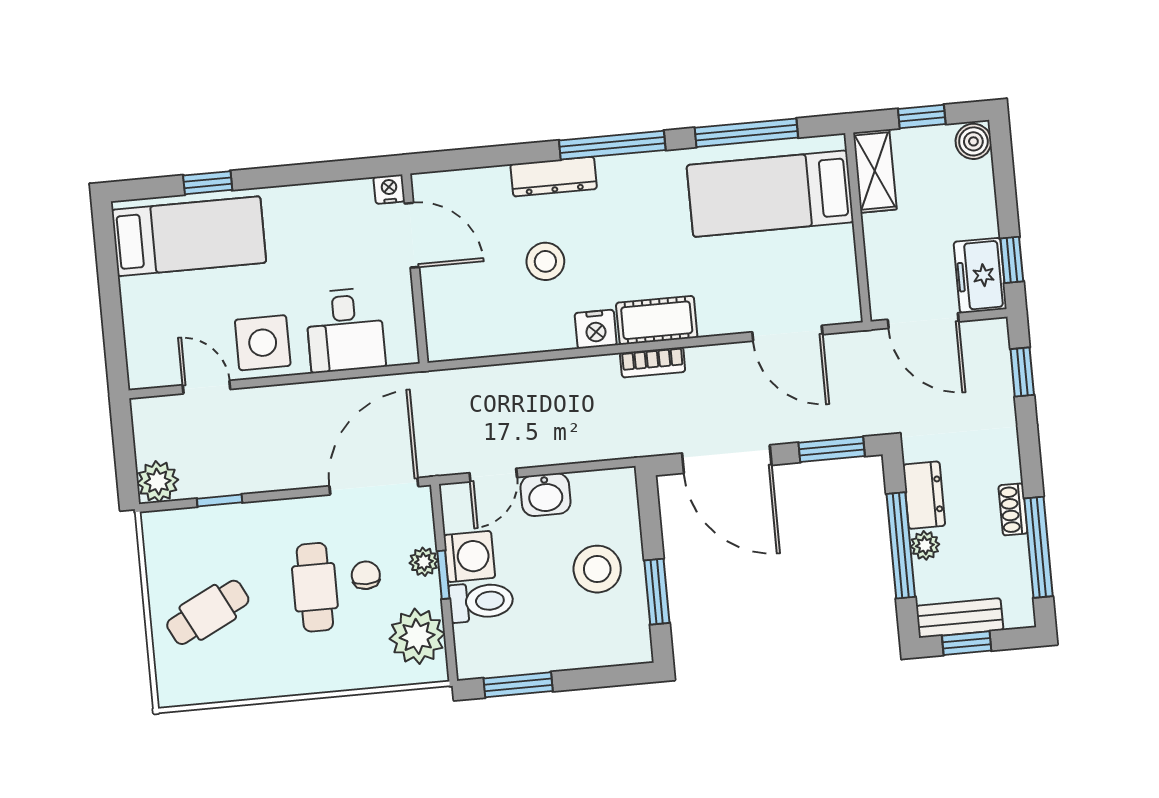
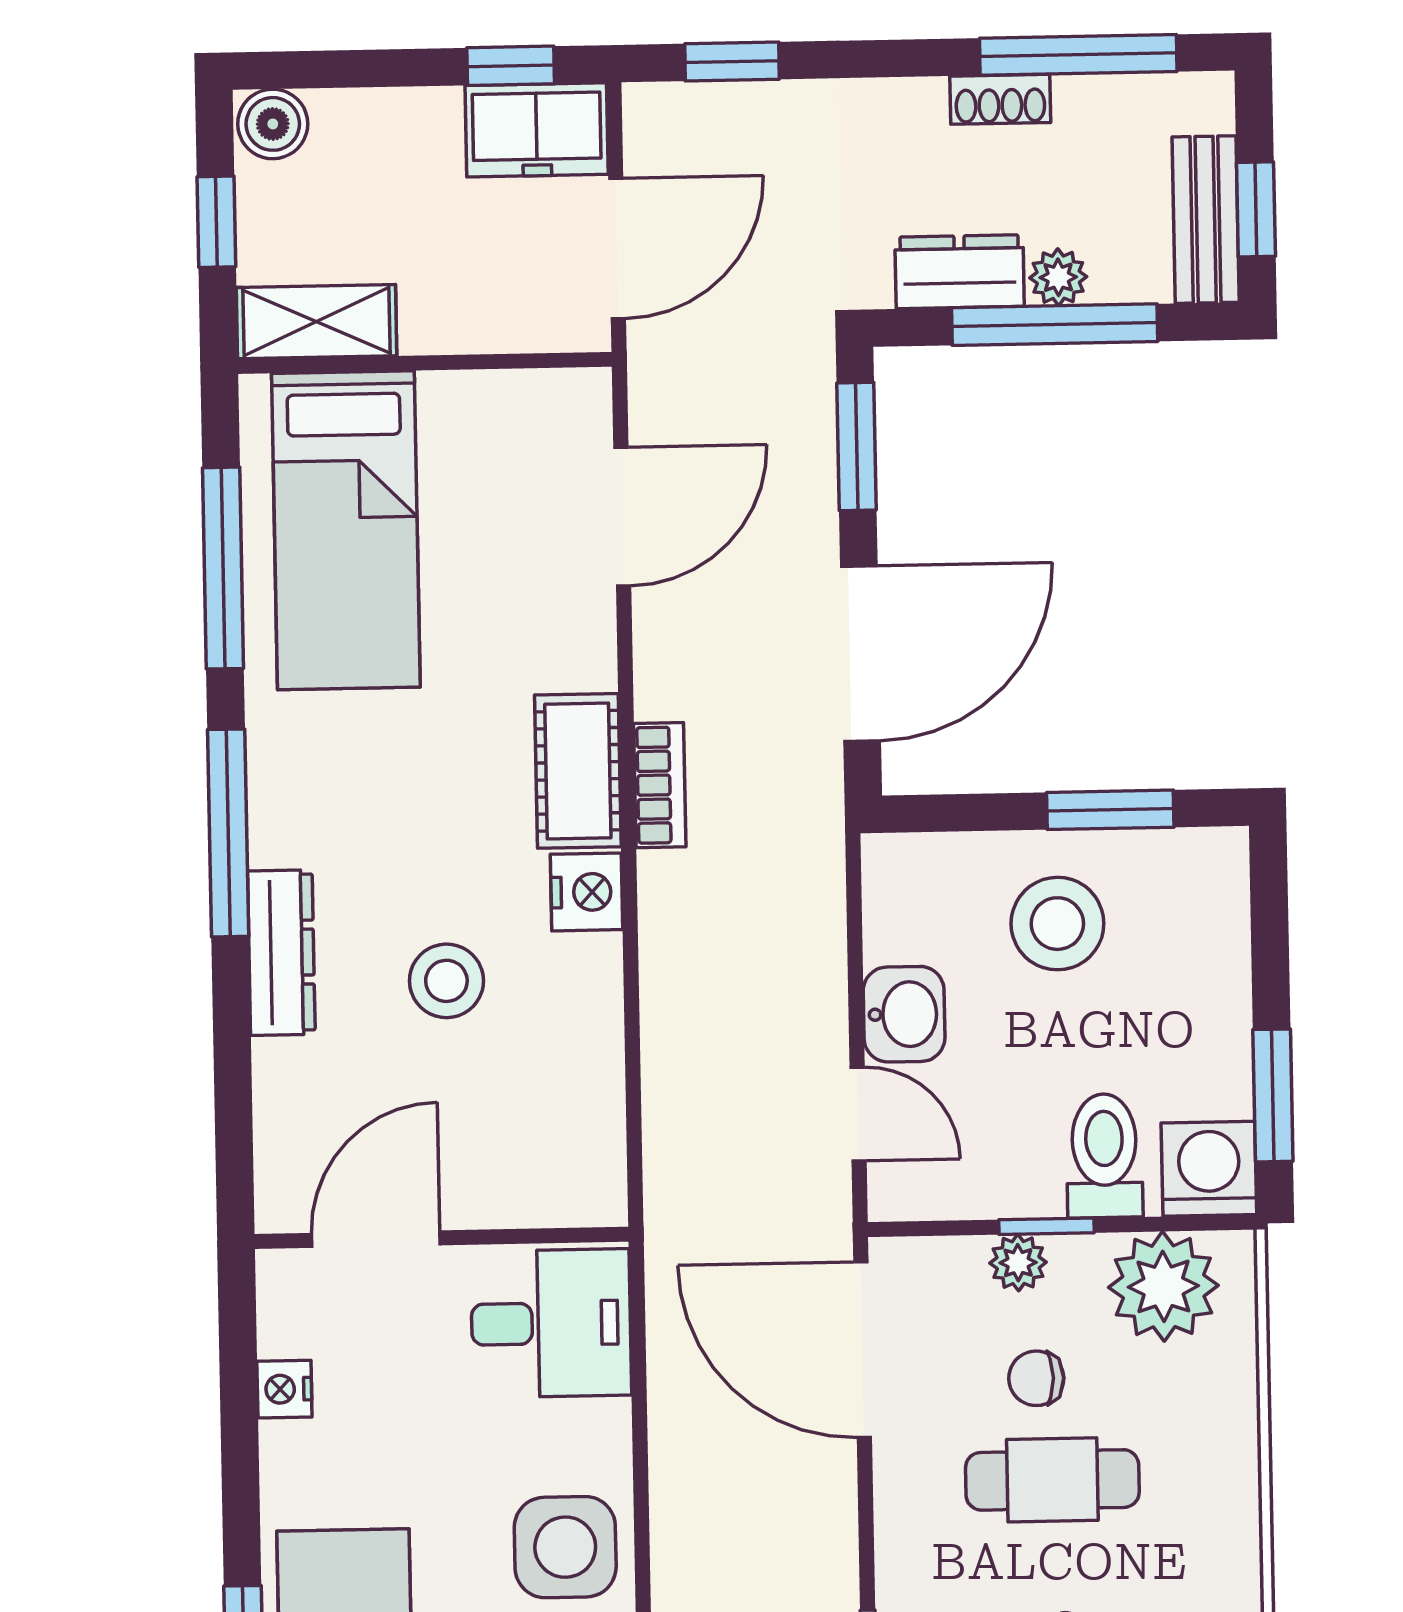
nightstand: (389, 189) -> (284, 1389), moved
desk: (345, 330) -> (551, 1323), moved
washing machine: (469, 556) -> (1209, 1169), moved

